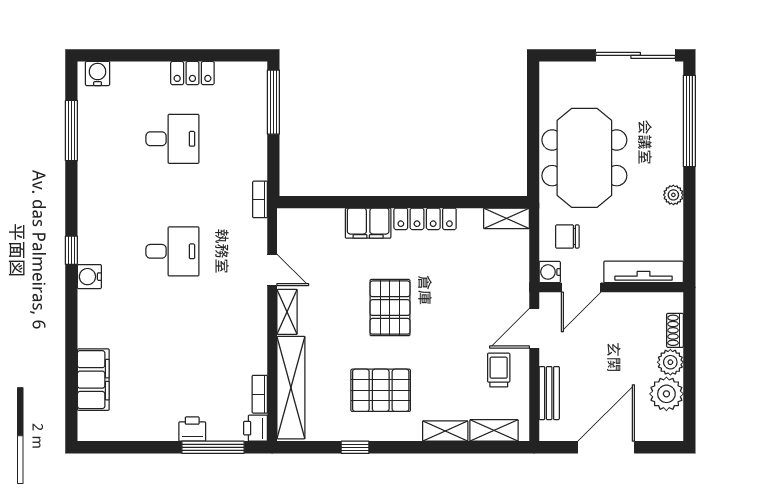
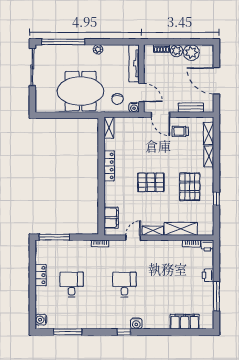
filing cabinet: (368, 223) -> (111, 218), moved
shelving: (291, 388) -> (181, 229), width x0.68
window: (213, 447) -> (216, 296), moved

